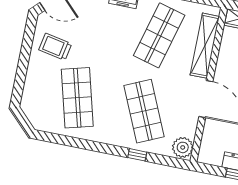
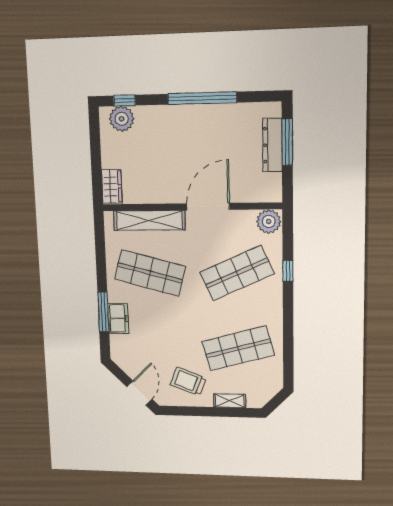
trolley: (55, 47) -> (188, 381), turned 100
shelving: (31, 80) -> (230, 401), added

